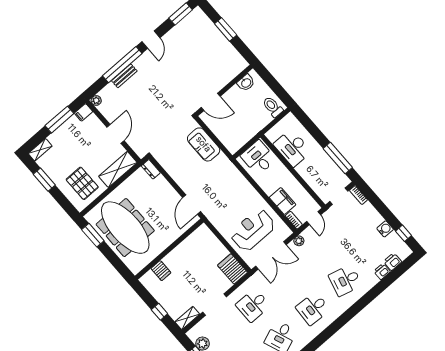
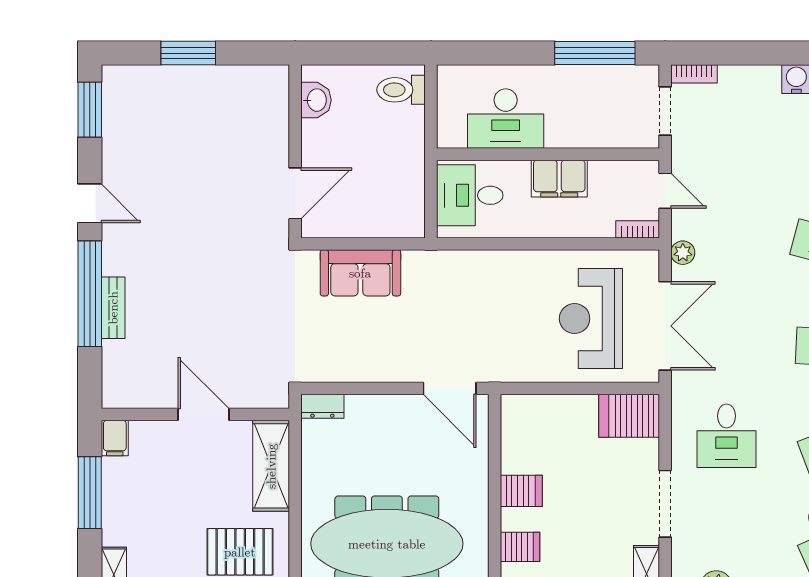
plant: (96, 101) -> (113, 397), removed
filing cabinet: (283, 201) -> (559, 179), moved, turned 180
server rack: (179, 255) -> (521, 491), added

